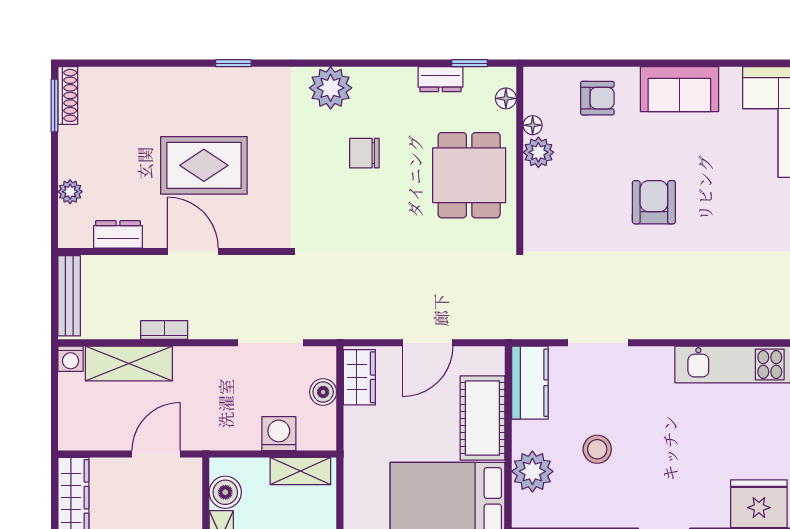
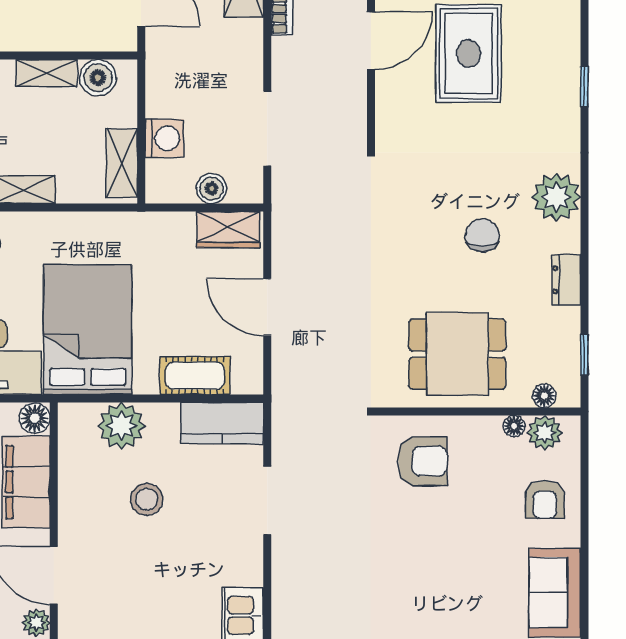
dresser: (440, 79) -> (566, 280), moved
plant: (538, 152) -> (545, 433), moved
armchair: (654, 202) -> (423, 461), moved
cot: (482, 418) -> (195, 376), width x0.73, depth x0.75

